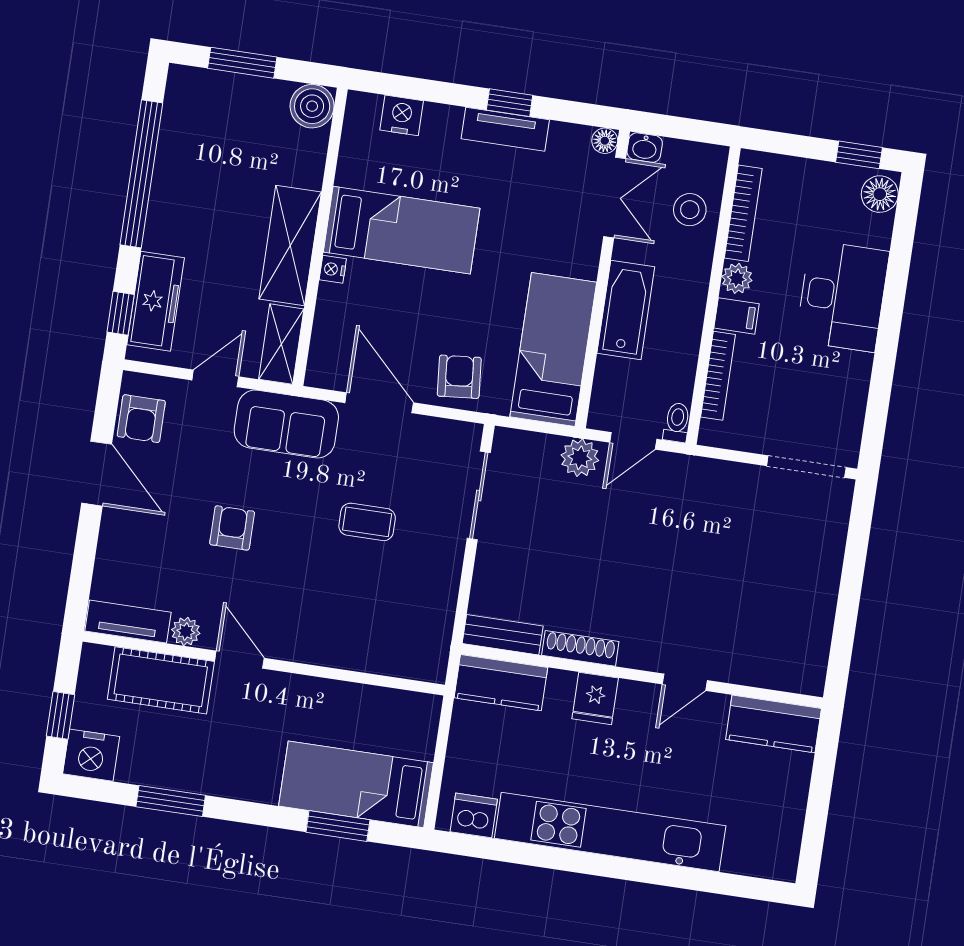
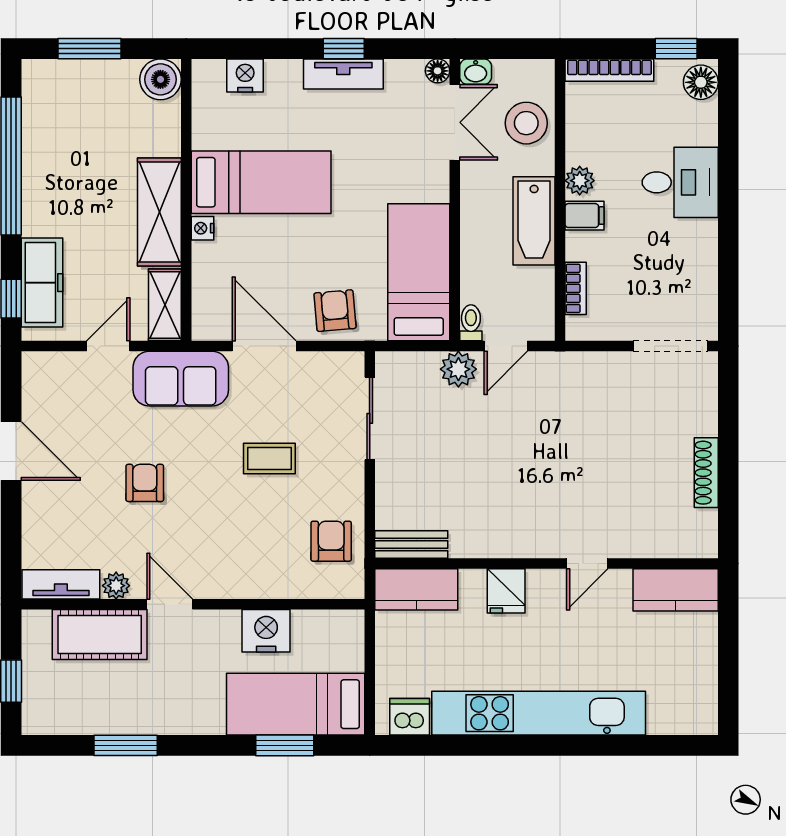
stool: (690, 210) -> (526, 123), width x1.38, depth x1.38
bookcase: (743, 213) -> (609, 70), moved, turned 90
desk: (842, 296) -> (680, 182), width x0.73
bathtub: (626, 310) -> (534, 221), moved, turned 180
bookcase: (718, 376) -> (576, 288), width x0.64
armchair: (141, 419) -> (331, 541), moved, turned 180
toilet: (677, 422) -> (471, 323), moved
shoe rack: (580, 648) -> (706, 473), moved, turned -90
nightstand: (91, 755) -> (266, 631), moved, turned 180

